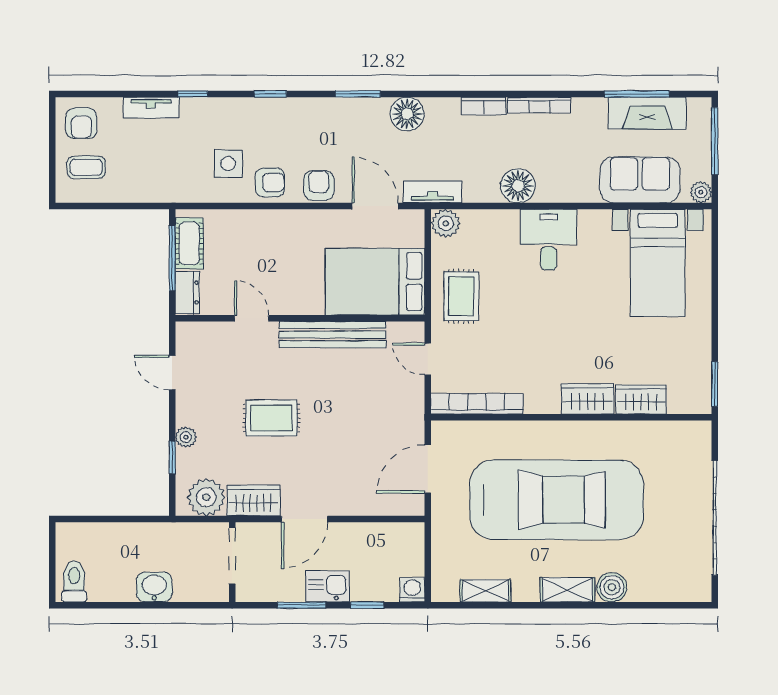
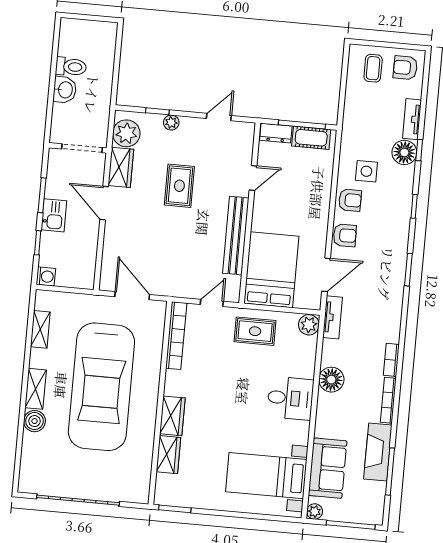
fireplace: (647, 113) -> (378, 452), moved
floor lamp: (407, 114) -> (404, 152), moved
armchair: (270, 182) -> (350, 200), turned -90
toilet: (74, 581) -> (71, 67), moved

